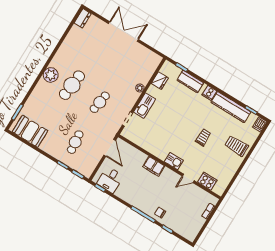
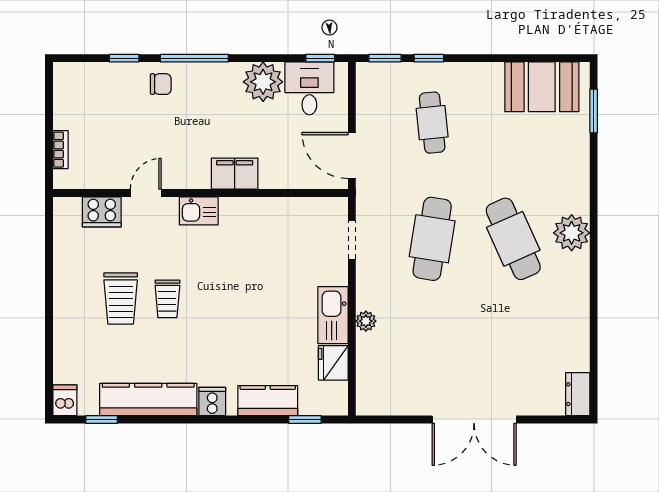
cafe table: (72, 85) -> (513, 239), turned -30
cafe table: (100, 102) -> (432, 239), width x1.37, depth x1.35
kitchen sink: (145, 106) -> (333, 315), moved
trolley: (237, 146) -> (121, 299), moved, turned 90
plant: (125, 192) -> (263, 82), added

